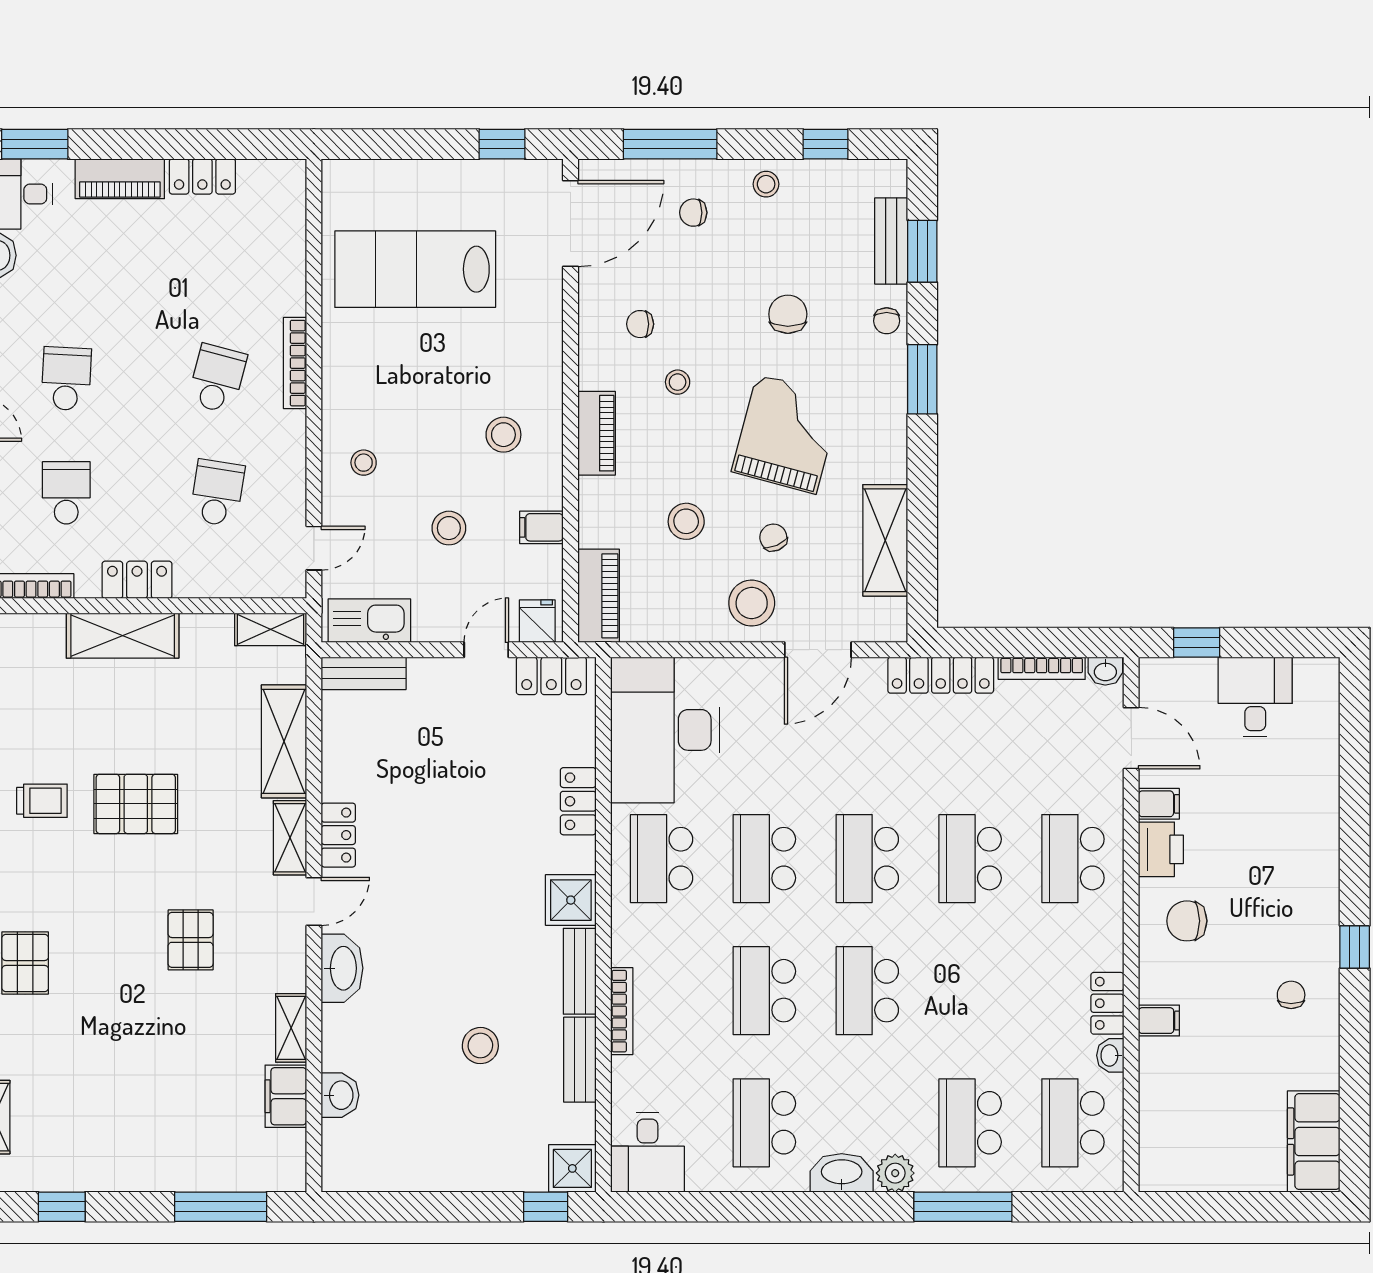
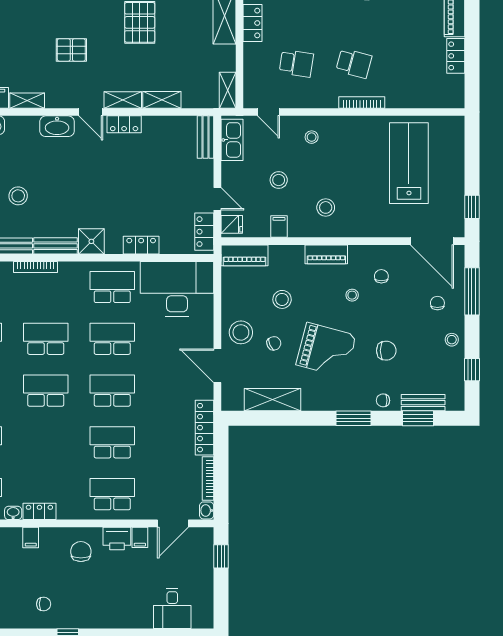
desk: (1255, 697) -> (172, 608), moved, turned 90
shelving: (284, 741) -> (162, 100), width x0.67, depth x0.75

